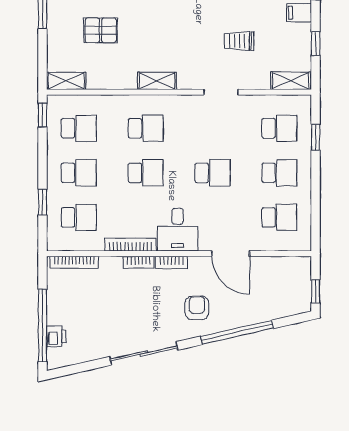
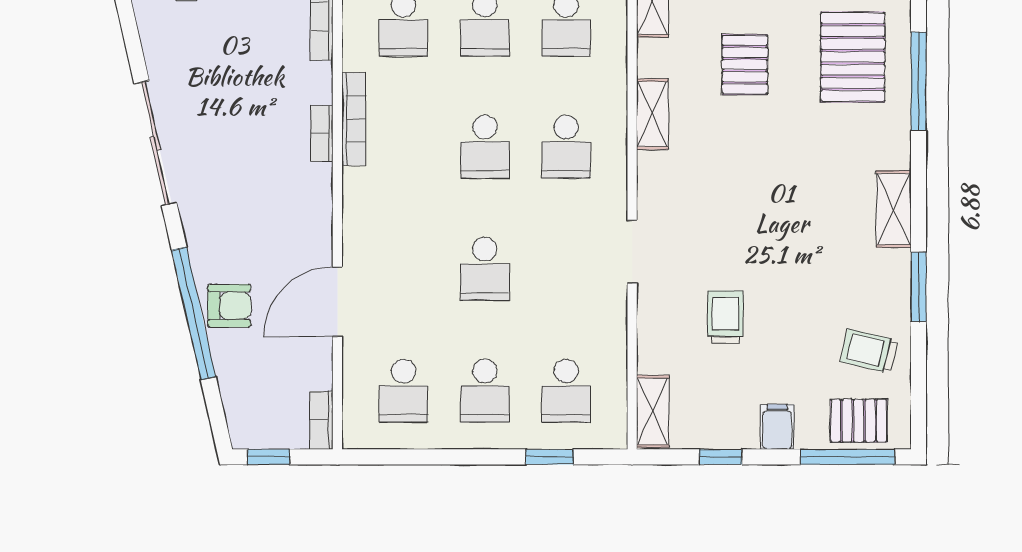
shelving: (157, 81) -> (652, 114), moved
doorway: (221, 92) -> (632, 252), moved
desk: (178, 230) -> (381, 205), removed
bookcase: (171, 262) -> (321, 420), moved
armchair: (197, 308) -> (229, 306), moved

